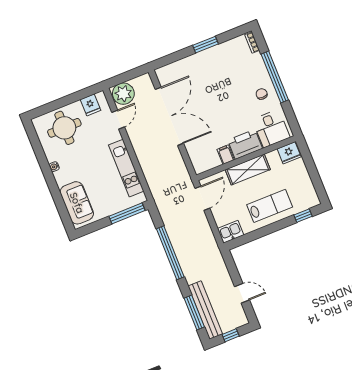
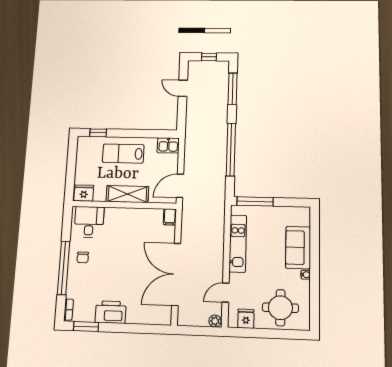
window: (205, 45) -> (86, 326), moved
plant: (123, 94) -> (215, 321), width x0.53, depth x0.53
printer: (245, 144) -> (111, 312), moved, turned 180
filing cabinet: (226, 155) -> (170, 217), moved
sofa: (77, 203) -> (298, 248), moved
bench: (205, 310) -> (222, 87), removed

